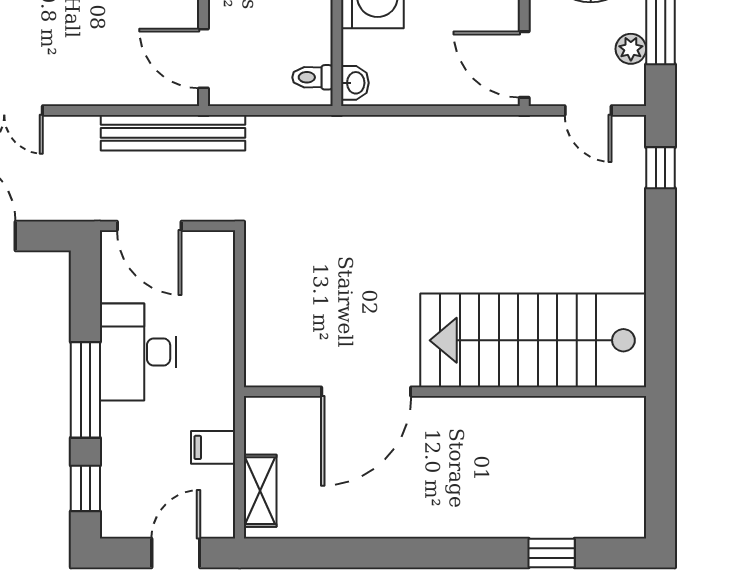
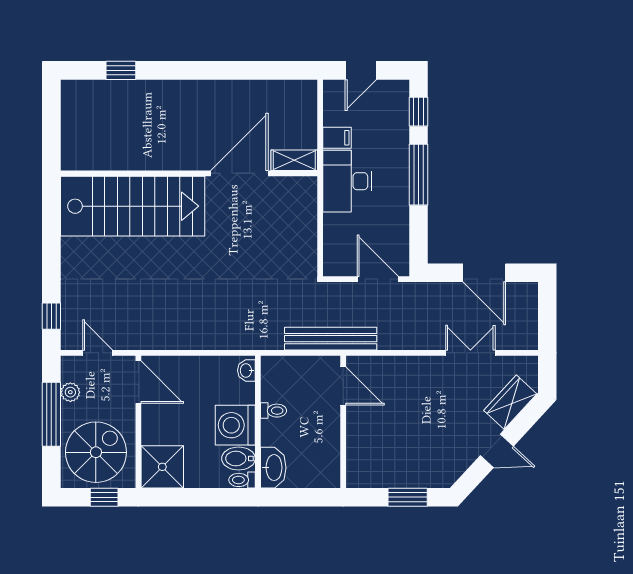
toilet: (312, 77) -> (274, 411), moved
bench: (173, 133) -> (331, 339), moved
desk: (138, 352) -> (347, 181), moved, turned 180
shelving: (260, 491) -> (294, 160), moved, turned 90

